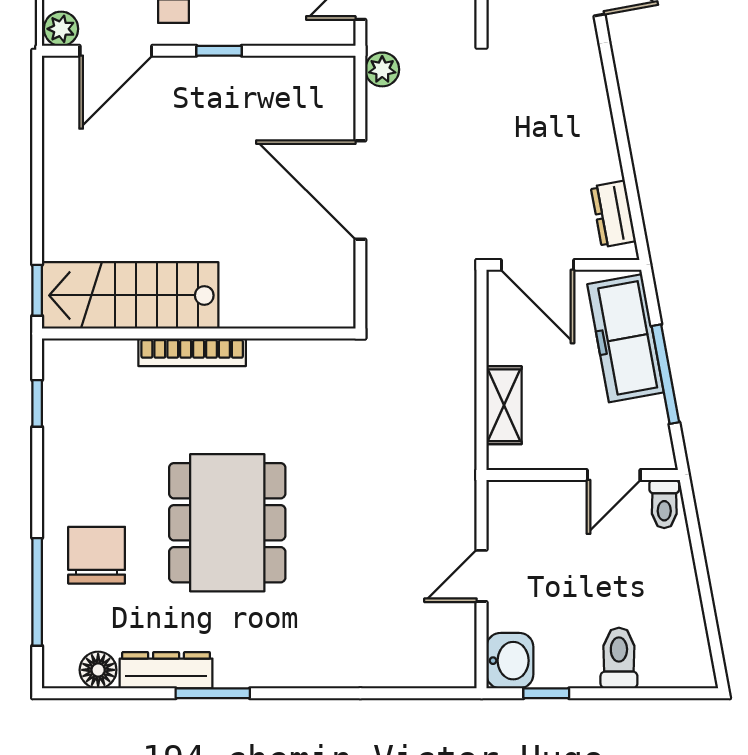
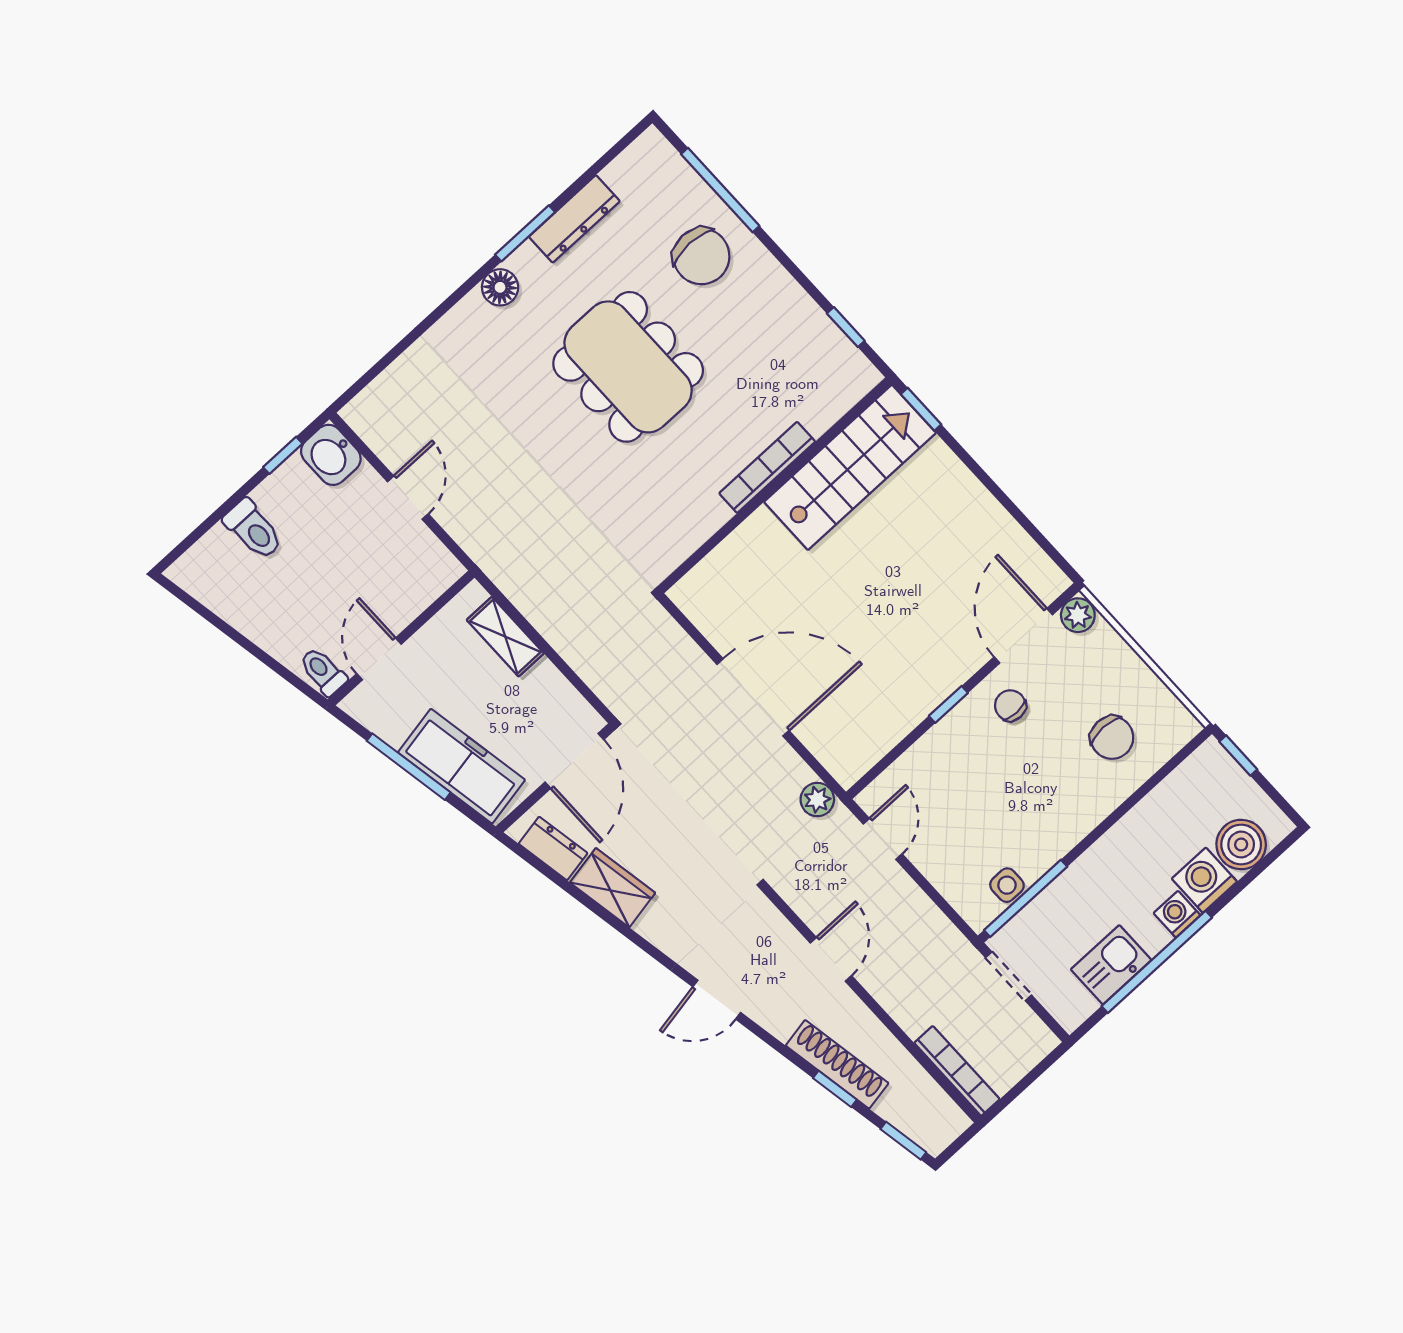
wardrobe: (596, 144) -> (613, 888), added
door: (538, 265) -> (574, 761), swing flipped
floor lamp: (98, 670) -> (500, 287), moved

